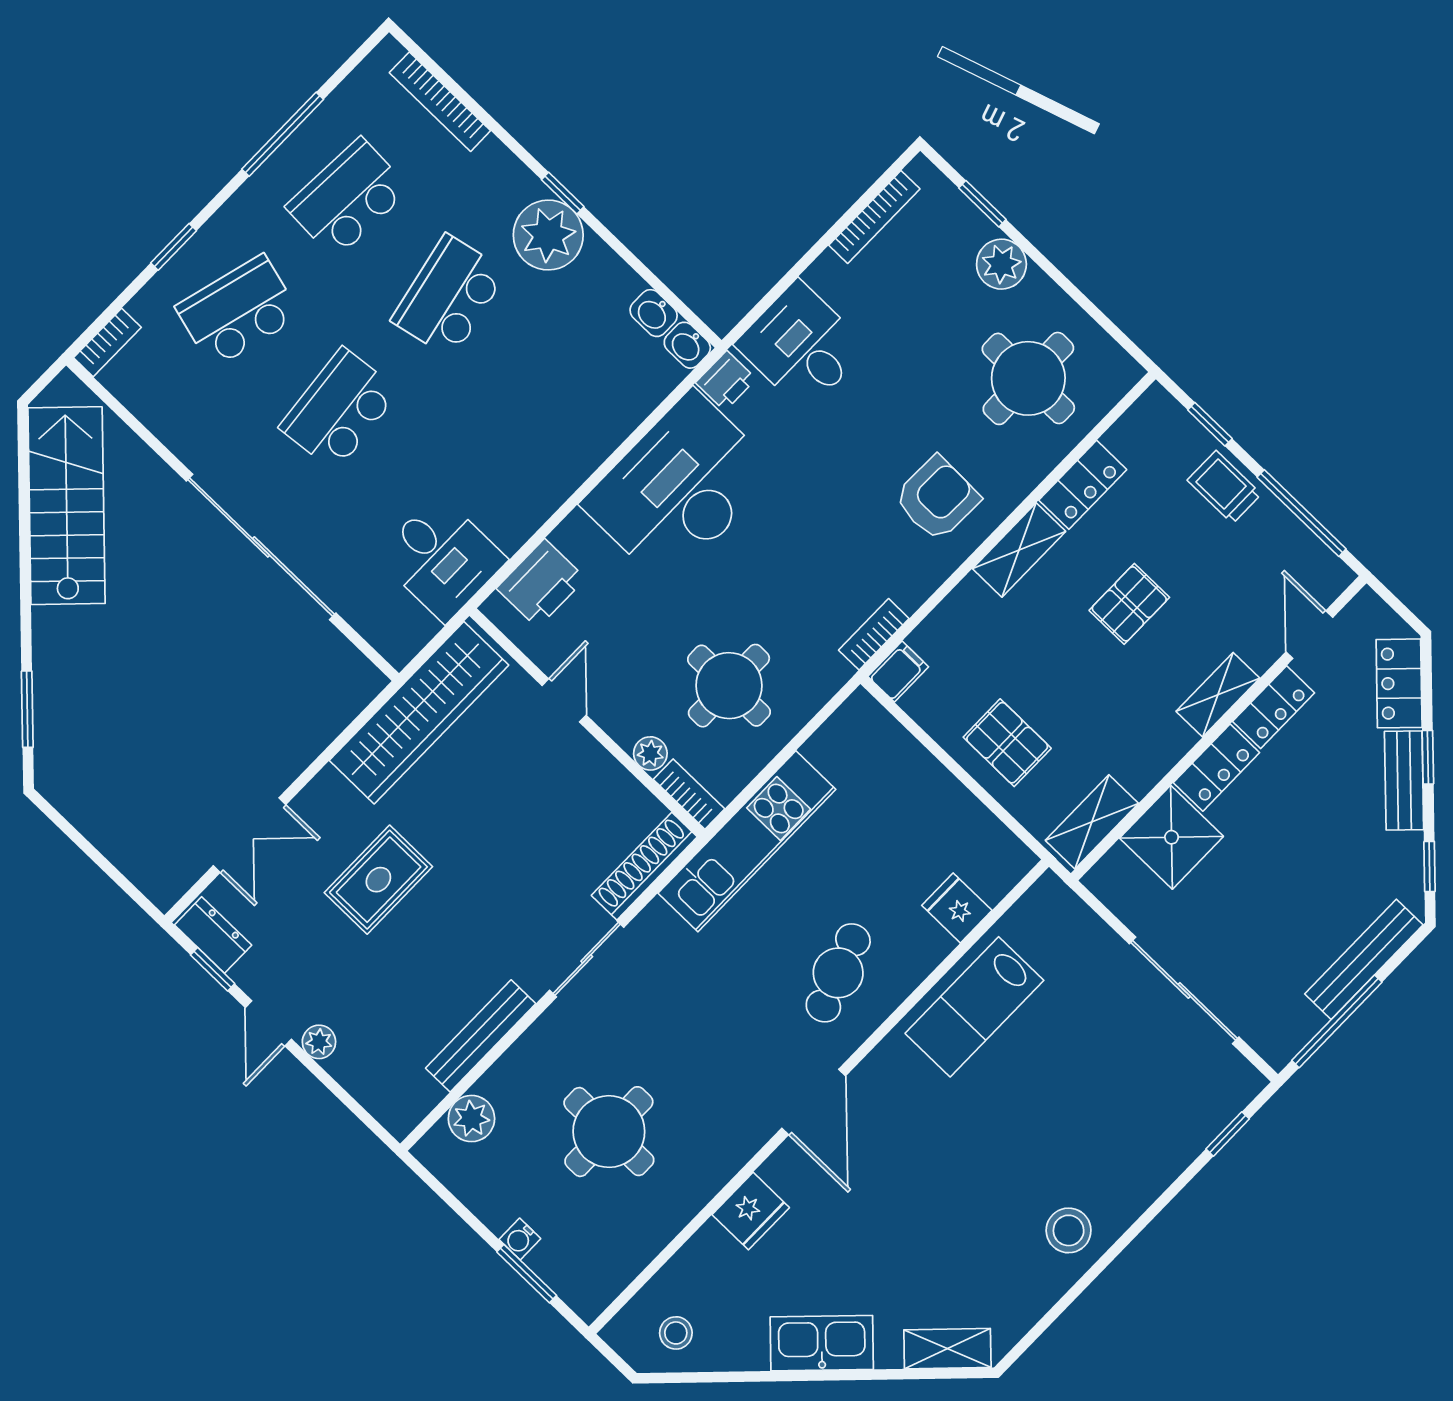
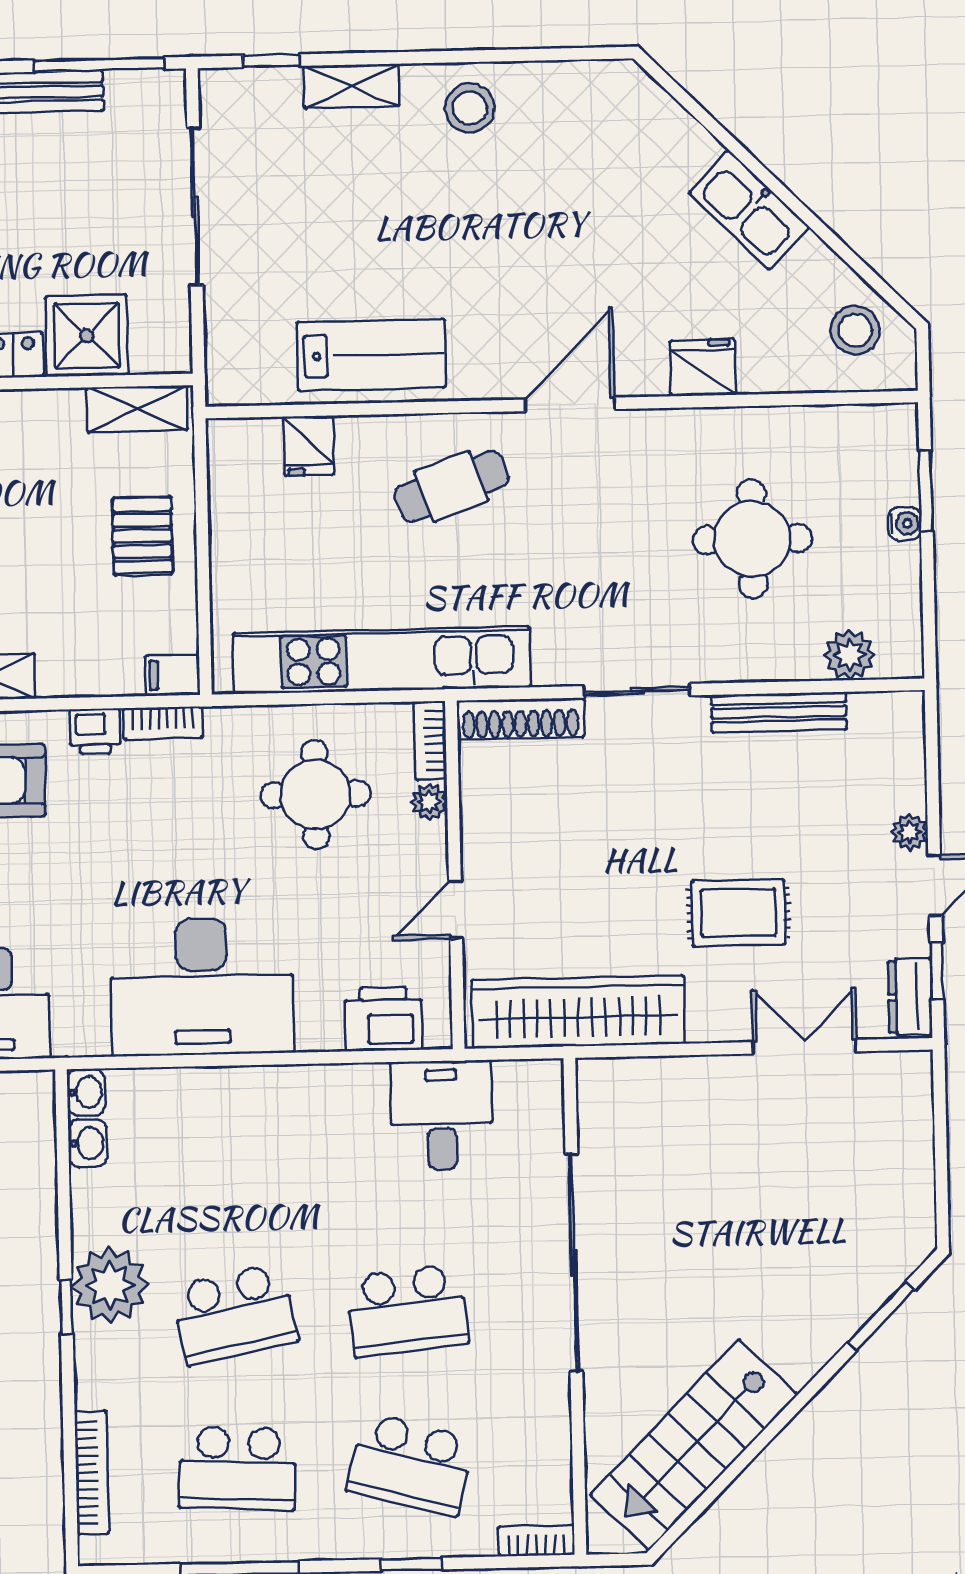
printer: (726, 381) -> (95, 731), moved, turned 180
kitchen unit: (747, 841) -> (382, 660), width x1.36
stool: (676, 1333) -> (855, 330), width x1.37, depth x1.37
shelving: (947, 1349) -> (351, 86), moved, turned -45

